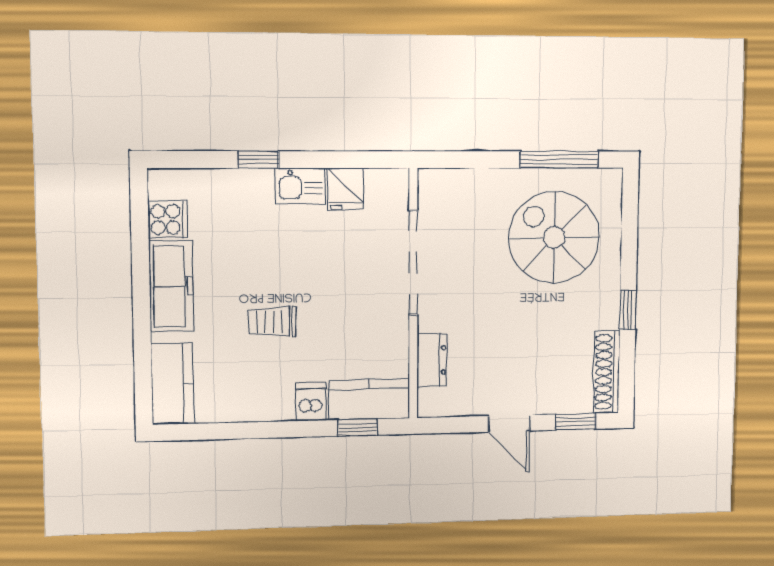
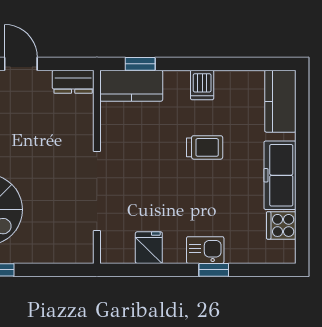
kitchen sink: (300, 186) -> (205, 250), moved
dresser: (432, 360) -> (73, 82), moved, turned -90
dishwasher: (311, 402) -> (202, 85), moved

